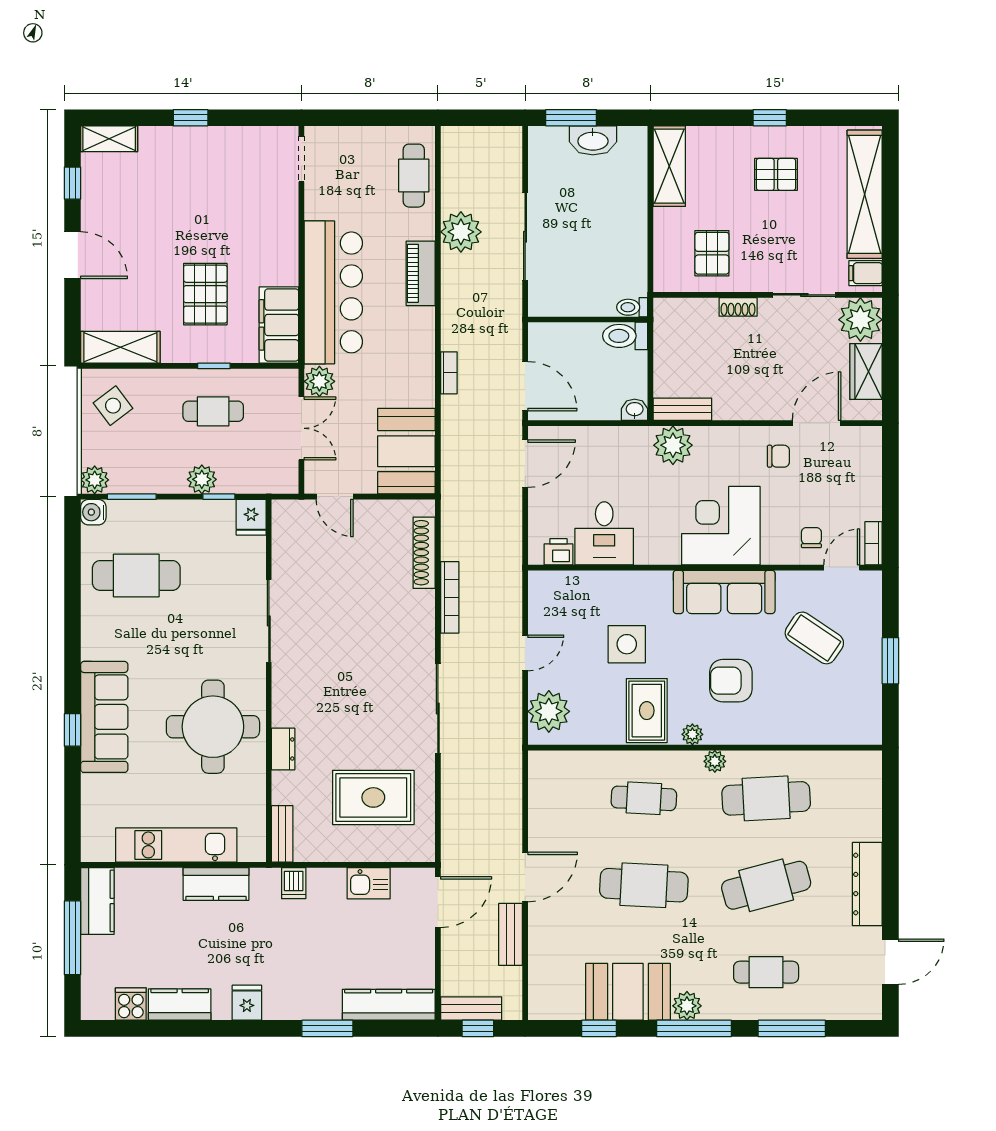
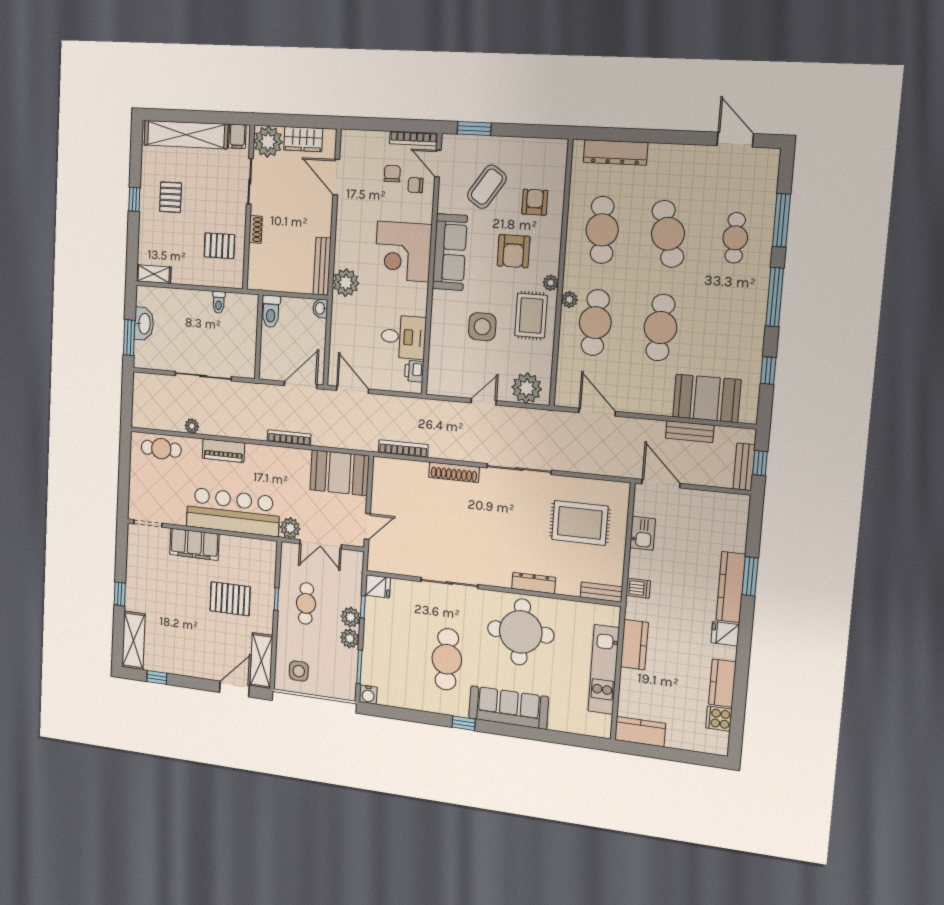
shelving: (109, 139) -> (134, 640), width x1.50, depth x1.33
shelving: (669, 166) -> (154, 274), width x0.67, depth x0.75
plant: (461, 232) -> (192, 426), width x0.53, depth x0.53
door: (72, 255) -> (234, 689), moved
toilet: (632, 307) -> (219, 302), moved
filing cabinet: (279, 325) -> (194, 544), moved
bookcase: (449, 373) -> (289, 438), width x1.56
side table: (113, 406) -> (299, 671), turned 37
bench: (682, 409) -> (322, 266), width x1.36
double door: (301, 428) -> (320, 544), swing flipped
chair: (778, 456) -> (392, 174), moved
plant: (95, 480) -> (350, 638), moved
bookcase: (874, 543) -> (414, 139), width x1.56
shoe rack: (424, 553) -> (454, 472), moved
cafe table: (136, 575) -> (447, 659), moved
bookcase: (450, 597) -> (403, 449), moved
door: (525, 653) -> (484, 402), hinge flipped
window: (890, 661) -> (474, 129), moved
armchair: (797, 705) -> (535, 202), added
rug: (647, 711) -> (531, 316), turned 90
window: (72, 730) -> (464, 723), moved
dresser: (283, 749) -> (534, 583), width x1.44
plant: (715, 761) -> (569, 300), moved
rug: (373, 797) -> (580, 523), turned 90
cafe table: (644, 798) -> (595, 323), width x1.37, depth x1.35
door: (525, 877) -> (597, 412), moved
dresser: (867, 884) -> (616, 152), moved
window: (72, 938) -> (666, 753), removed
booth: (628, 992) -> (707, 398), moved, turned 90
kitchen counter: (389, 1005) -> (731, 587), moved
plant: (687, 1006) -> (756, 301), removed

